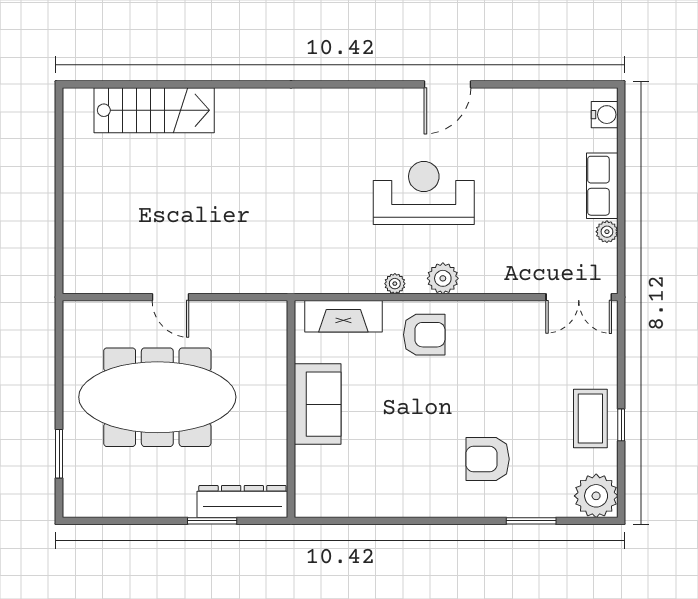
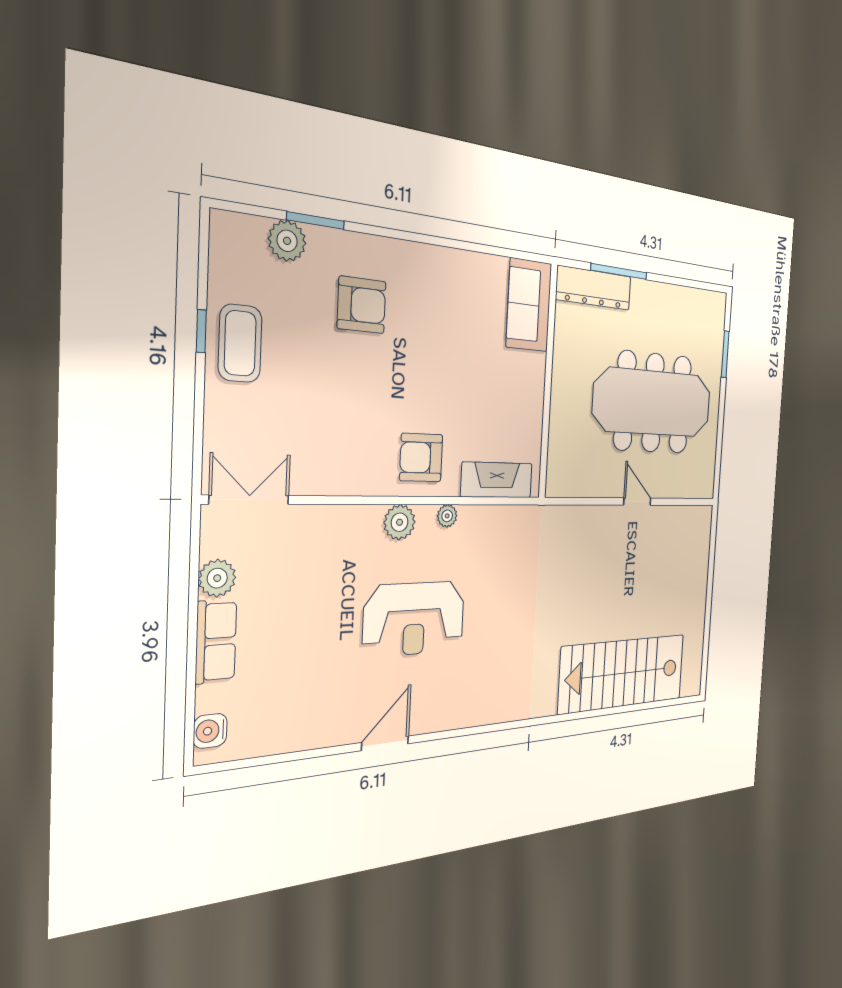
stairs: (154, 110) -> (623, 673), width x1.36, depth x1.51
plant: (607, 232) -> (217, 578), width x1.38, depth x1.38
sofa: (318, 404) -> (529, 305), moved
plant: (596, 496) -> (287, 241), moved, width x0.73, depth x0.73
window: (212, 521) -> (619, 271), width x1.44

